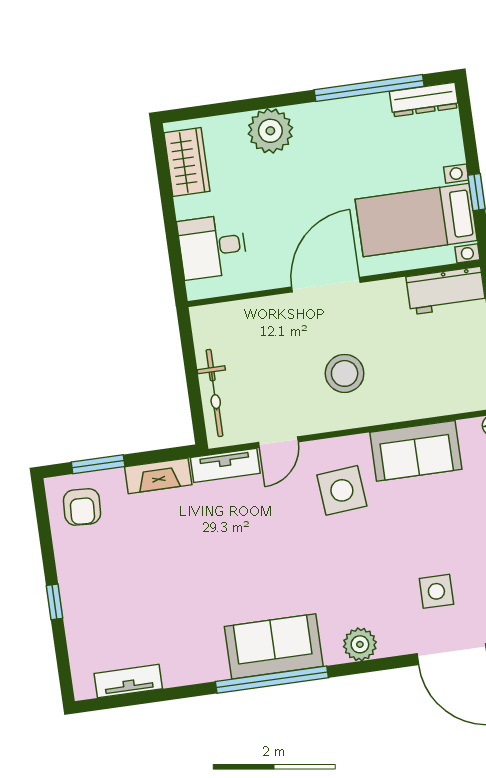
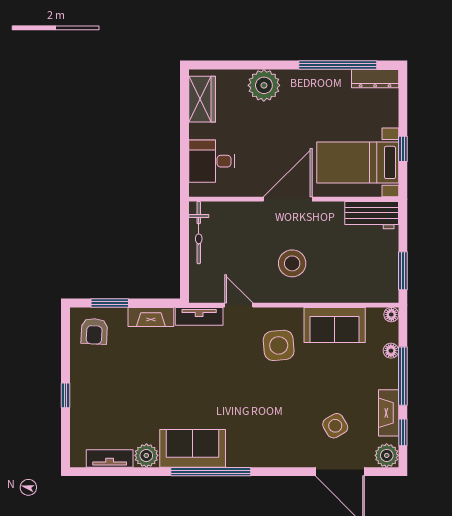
bicycle: (214, 393) -> (199, 233), moved
door: (278, 442) -> (239, 305), swing flipped
side table: (436, 591) -> (335, 426), turned -31
plant: (360, 644) -> (146, 455), moved
sofa: (274, 646) -> (193, 448), moved

